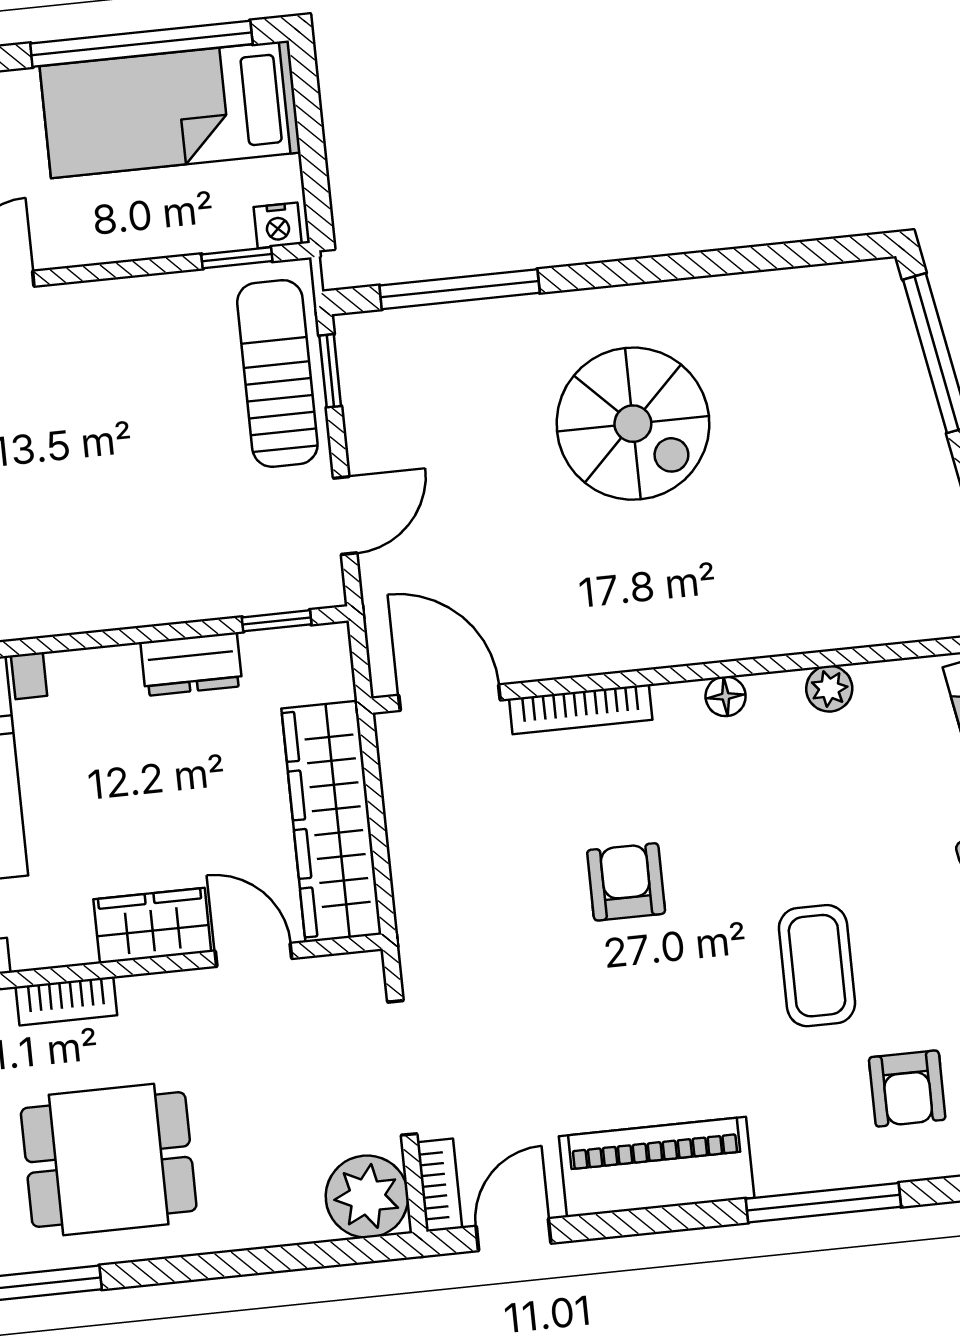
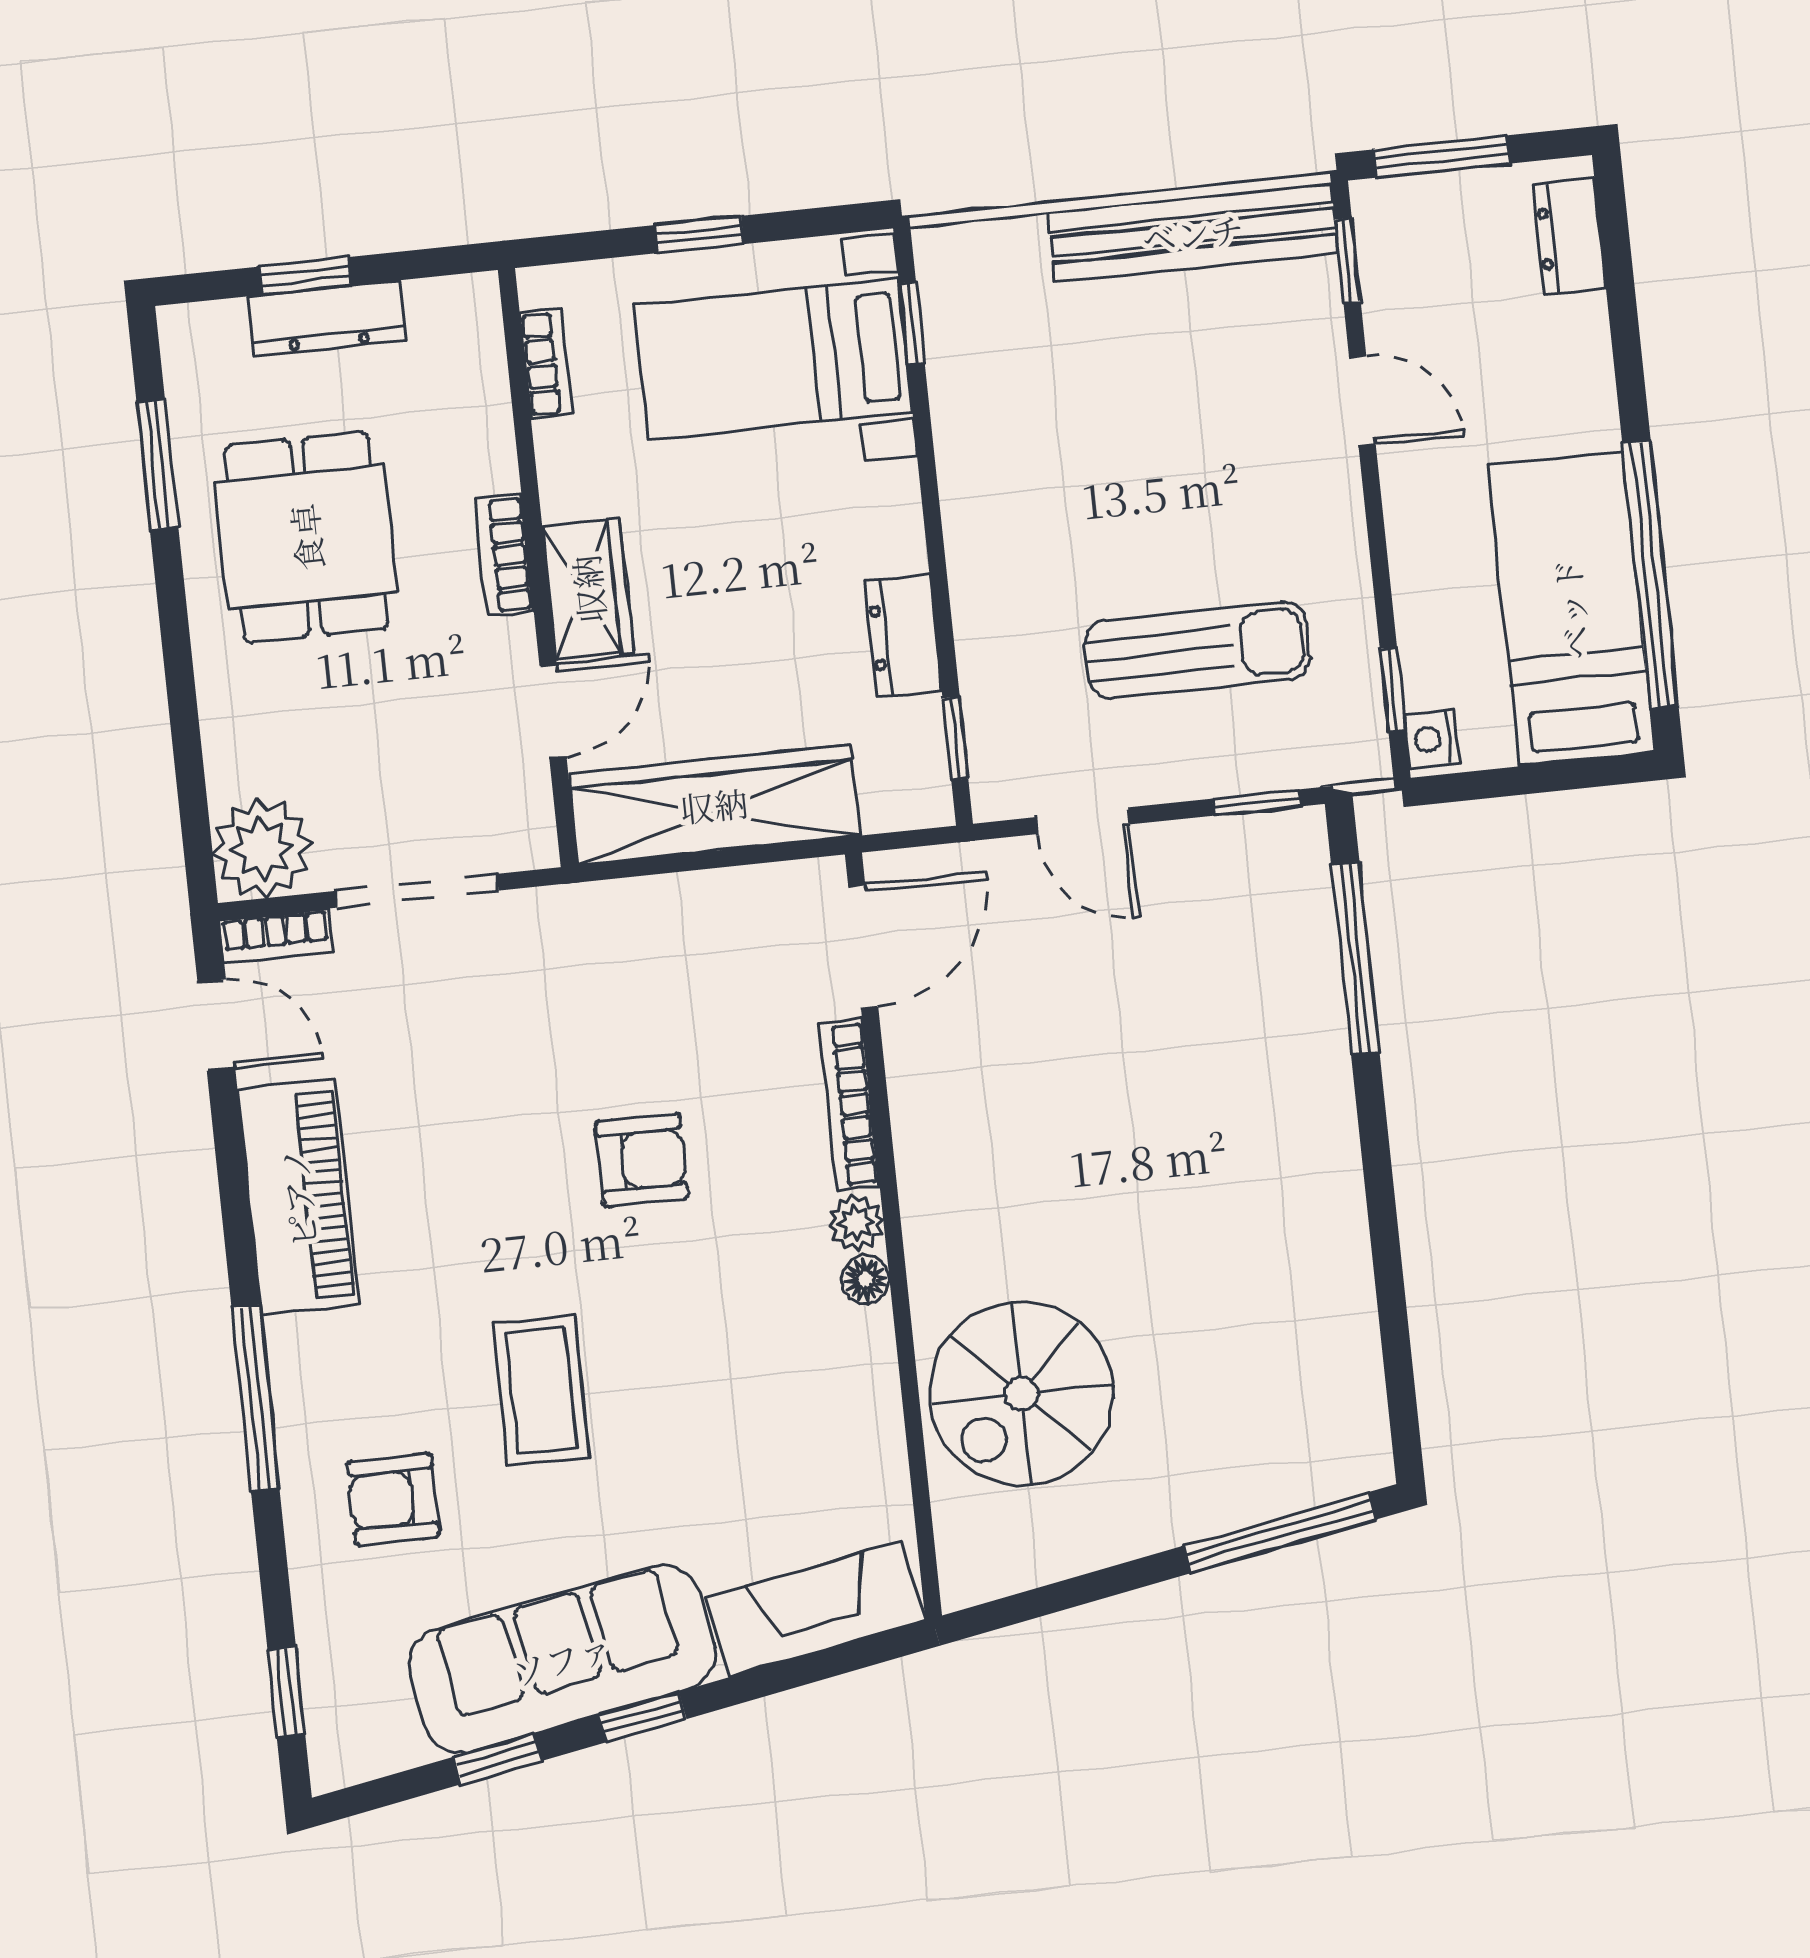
sun lounger: (277, 373) -> (1198, 650), moved
spiral stairs: (633, 424) -> (1022, 1394), moved
plant: (829, 689) -> (856, 1223), moved
coffee table: (817, 966) -> (541, 1390), turned 90
bookcase: (66, 1001) -> (504, 556), moved

